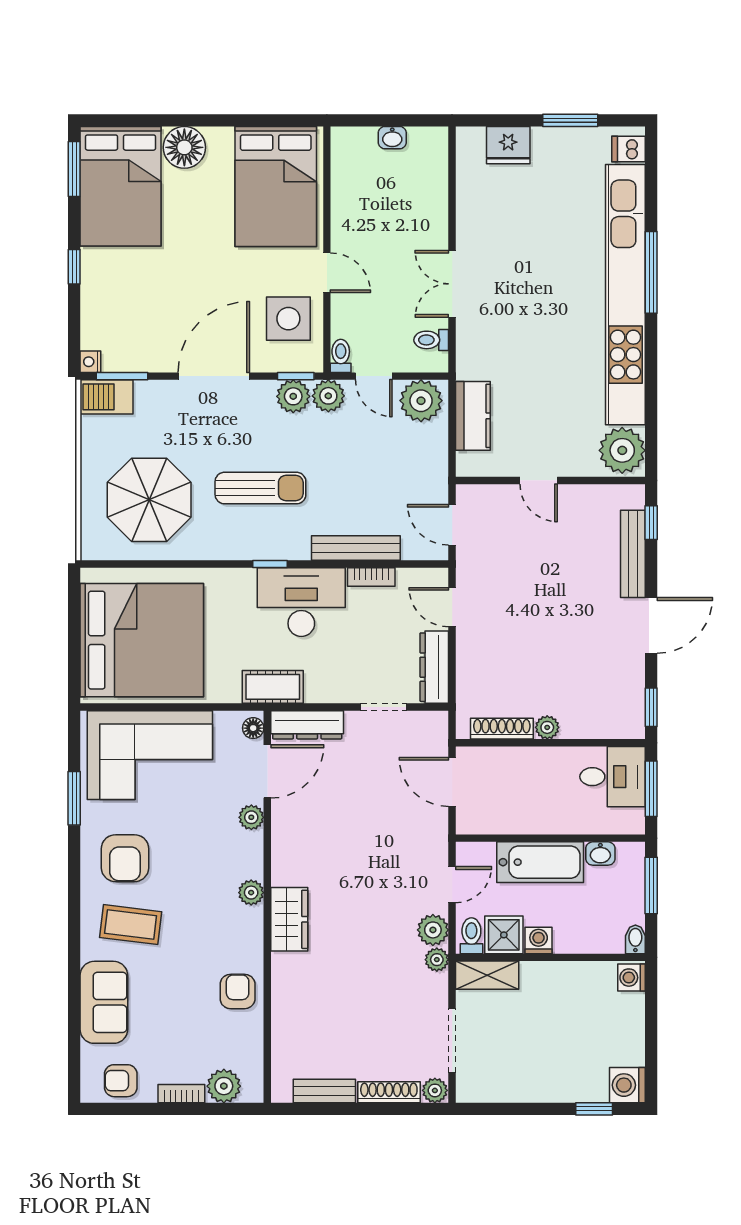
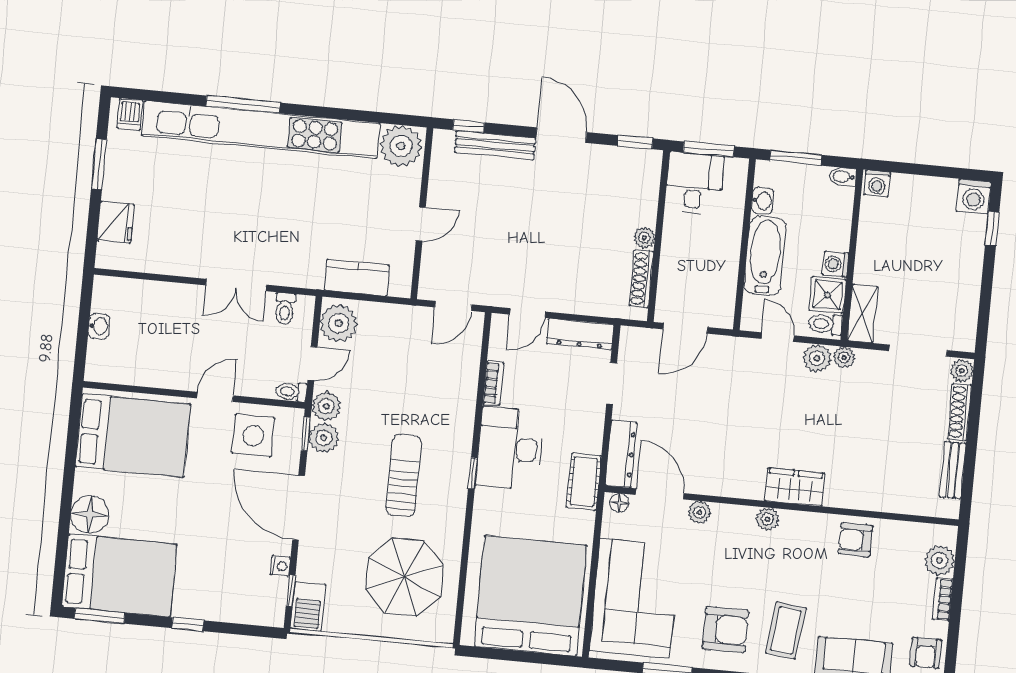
nightstand: (90, 362) -> (280, 566), moved, turned -90
window: (122, 376) -> (291, 591), width x0.67
bench: (356, 548) -> (466, 395), removed

